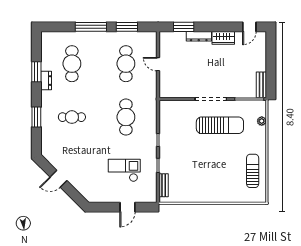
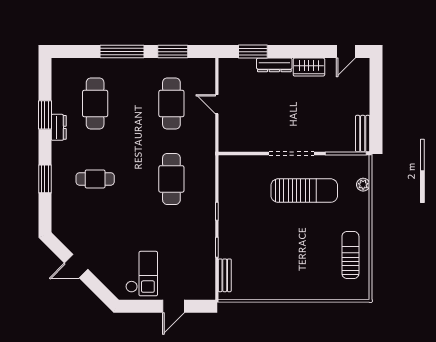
checkout: (124, 170) -> (142, 274), moved, turned 90

